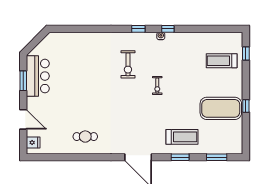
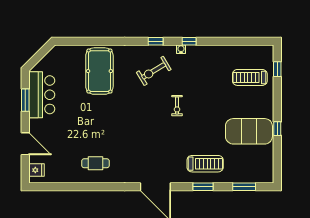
pool table: (89, 55) -> (99, 71), added
exercise bike: (128, 64) -> (154, 71), moved, turned 59

